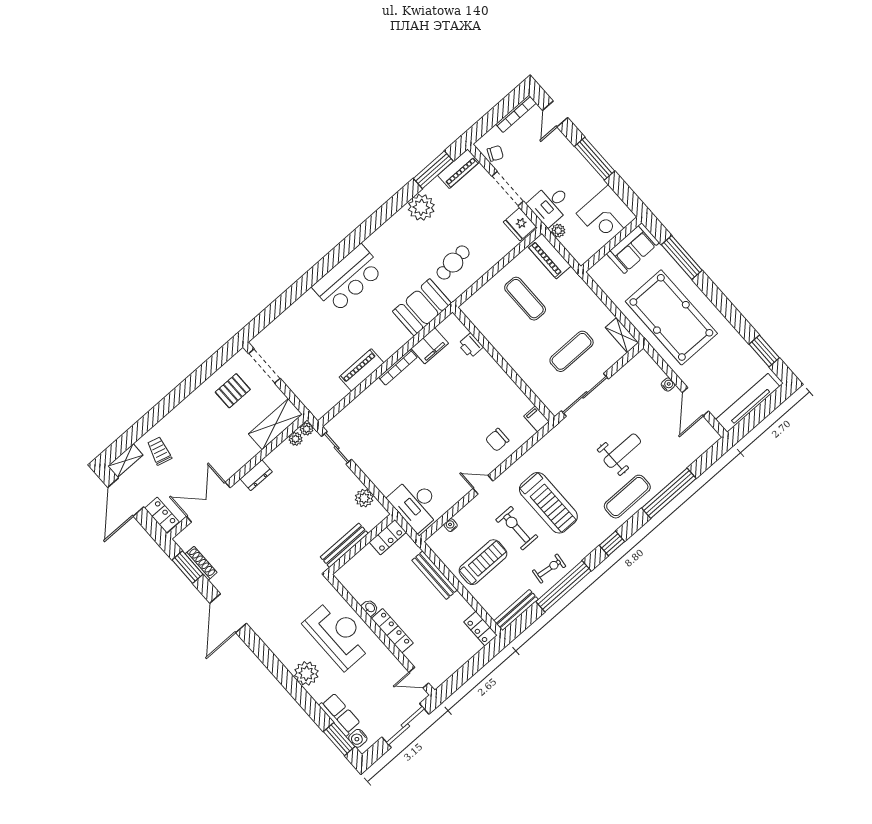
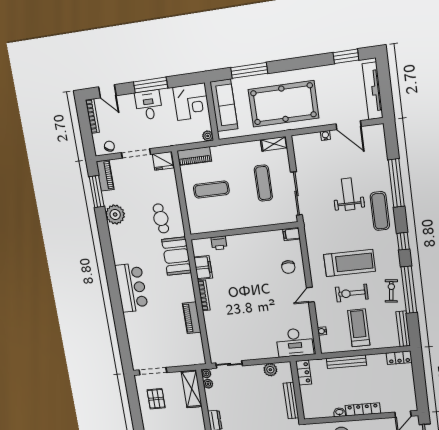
desk: (550, 204) -> (149, 105), moved, turned 180
plant: (558, 231) -> (208, 136), moved
sofa: (633, 248) -> (224, 105), width x1.36

